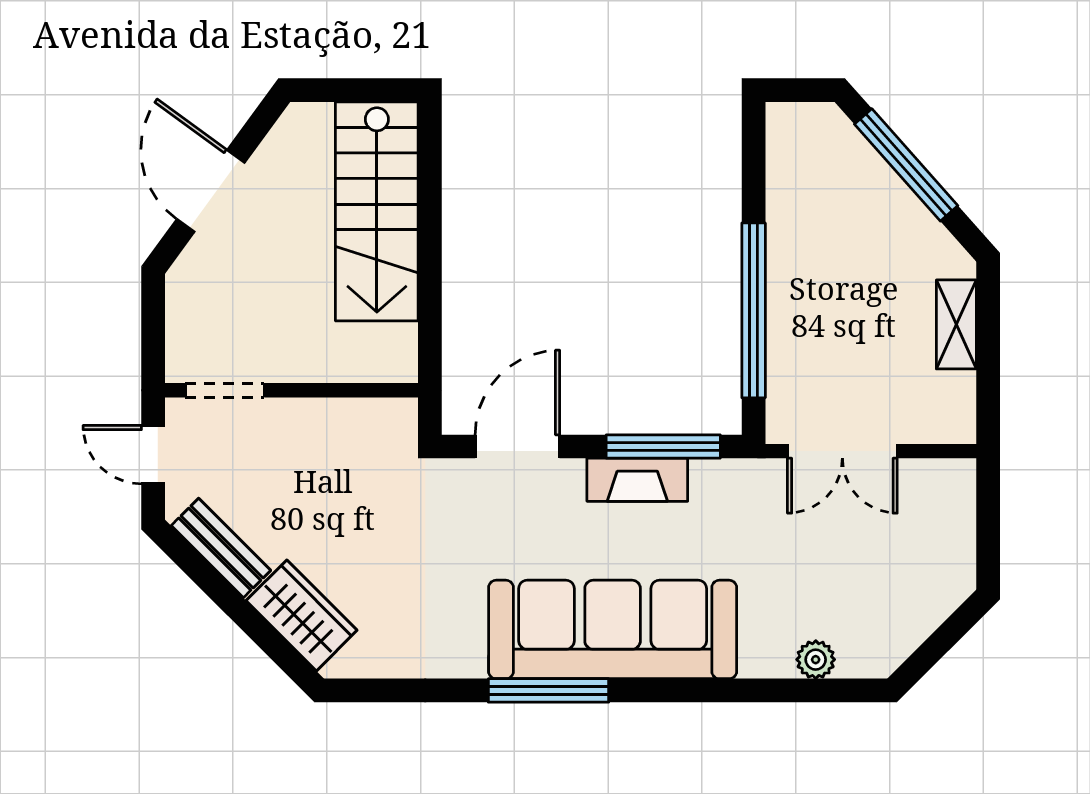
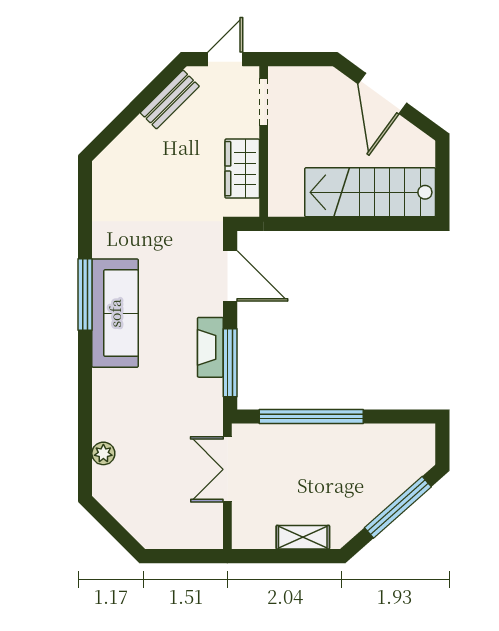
door: (211, 191) -> (382, 93), swing flipped
wardrobe: (302, 615) -> (242, 169), moved, turned 135
sofa: (613, 629) -> (115, 313), width x0.74, depth x0.79

